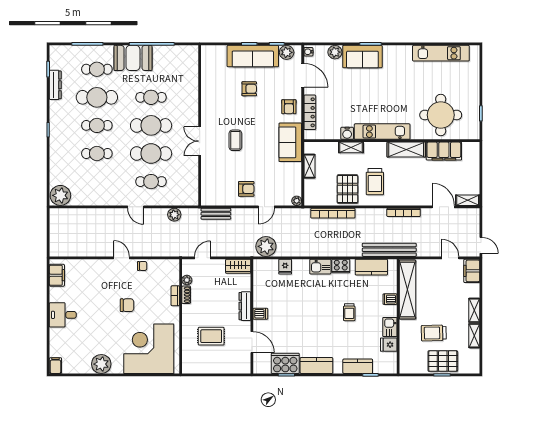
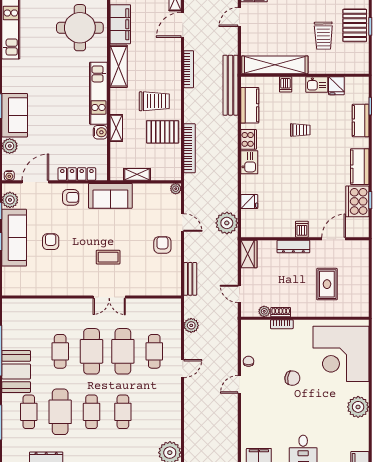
chair: (127, 305) -> (292, 378), turned 99

